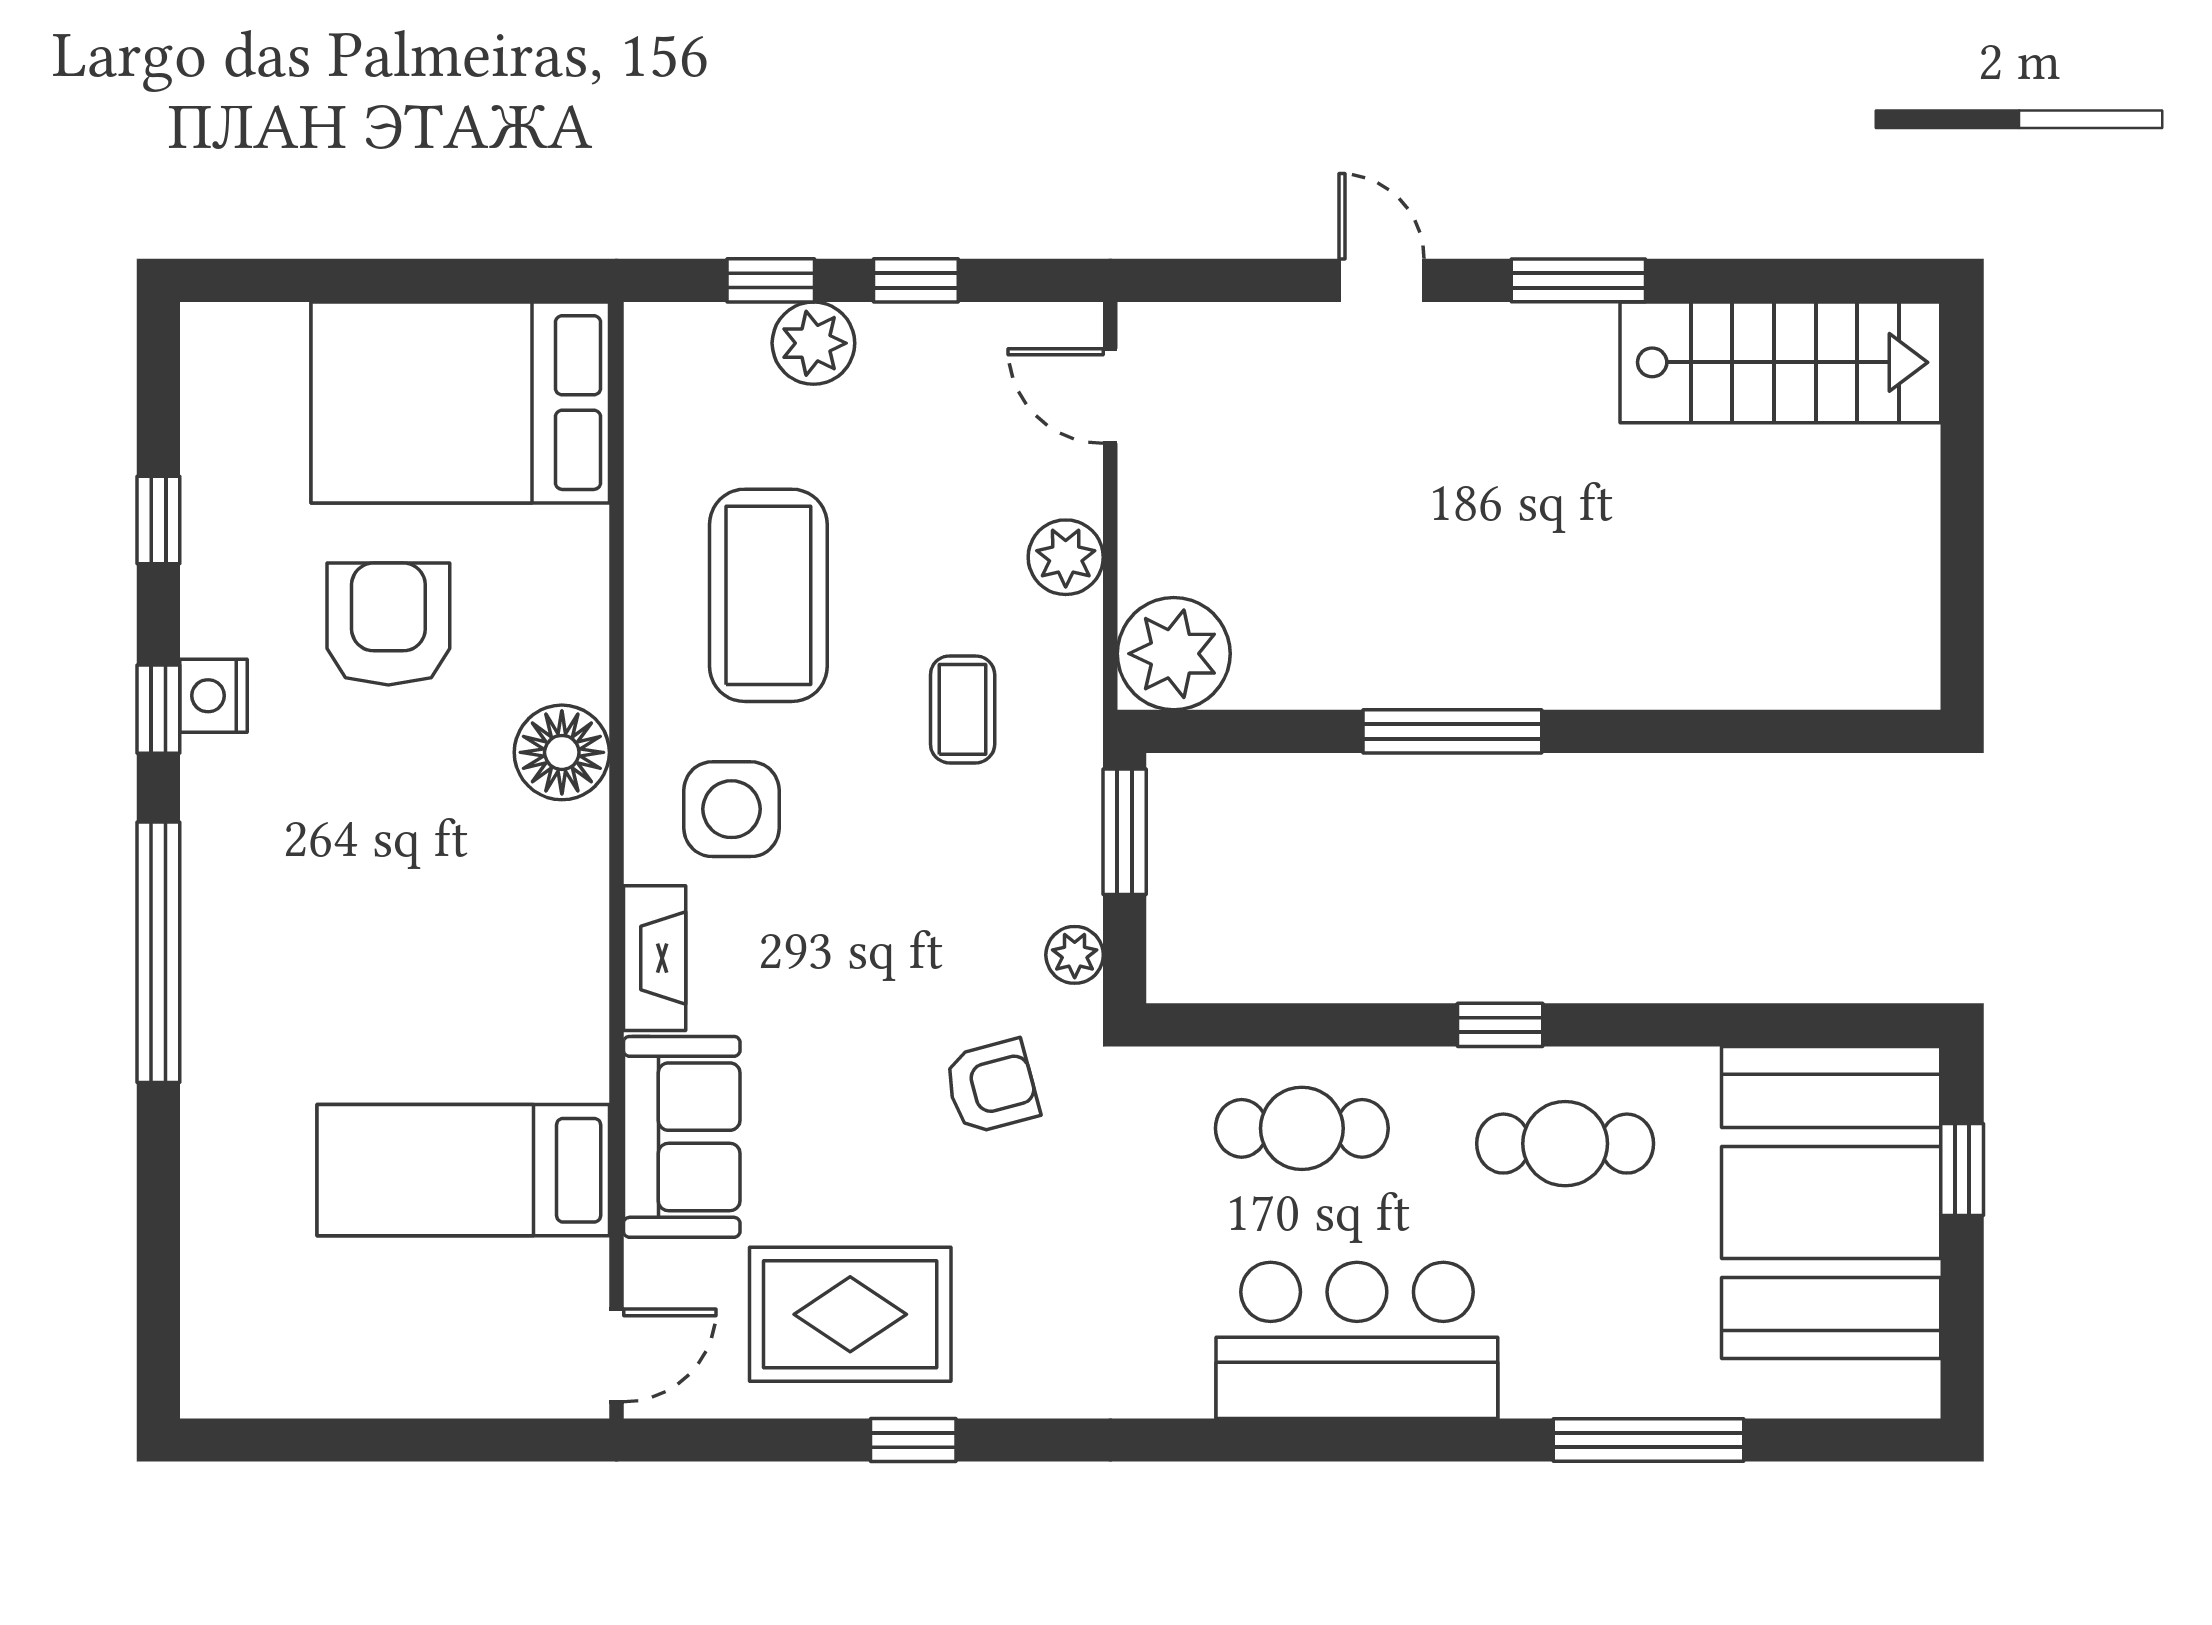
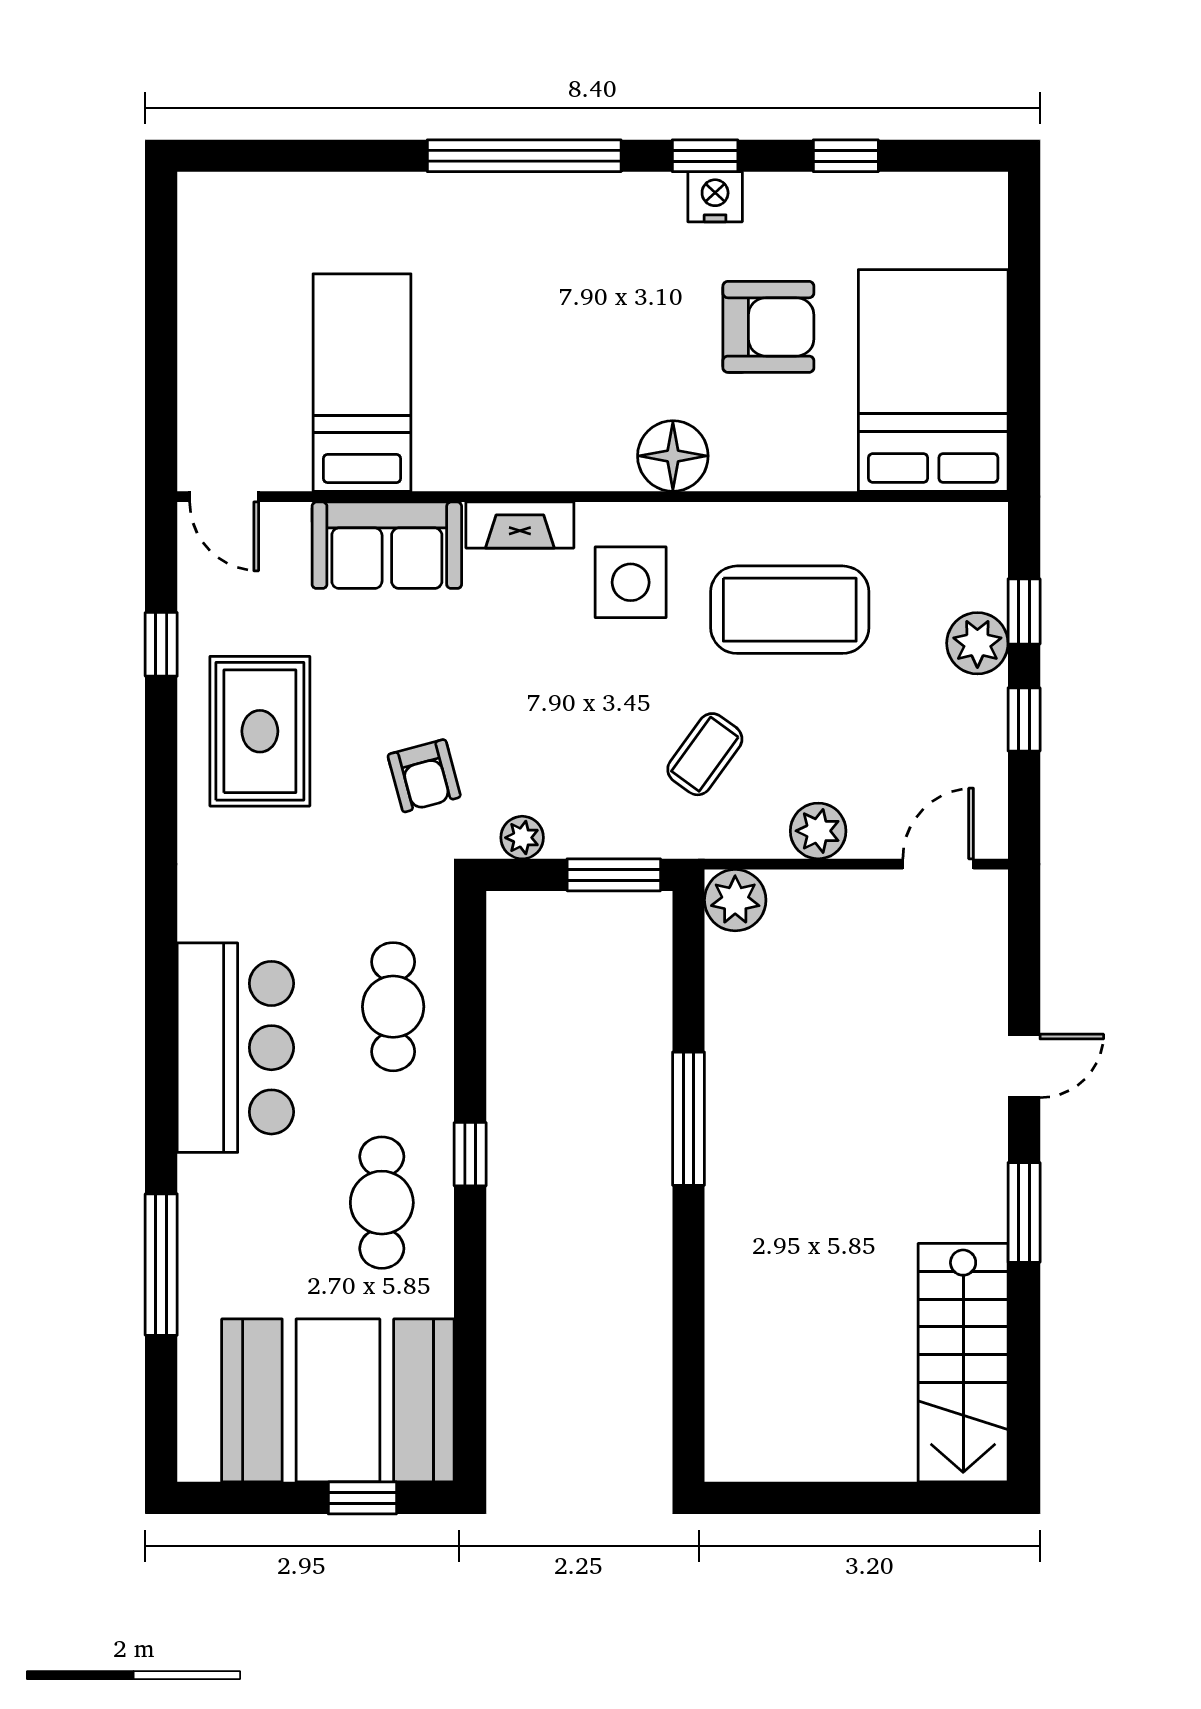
plant: (1174, 654) -> (735, 900), width x0.73, depth x0.73
coffee table: (963, 709) -> (705, 754), turned -54
rug: (850, 1314) -> (260, 731), moved
window: (913, 1440) -> (161, 644), moved

